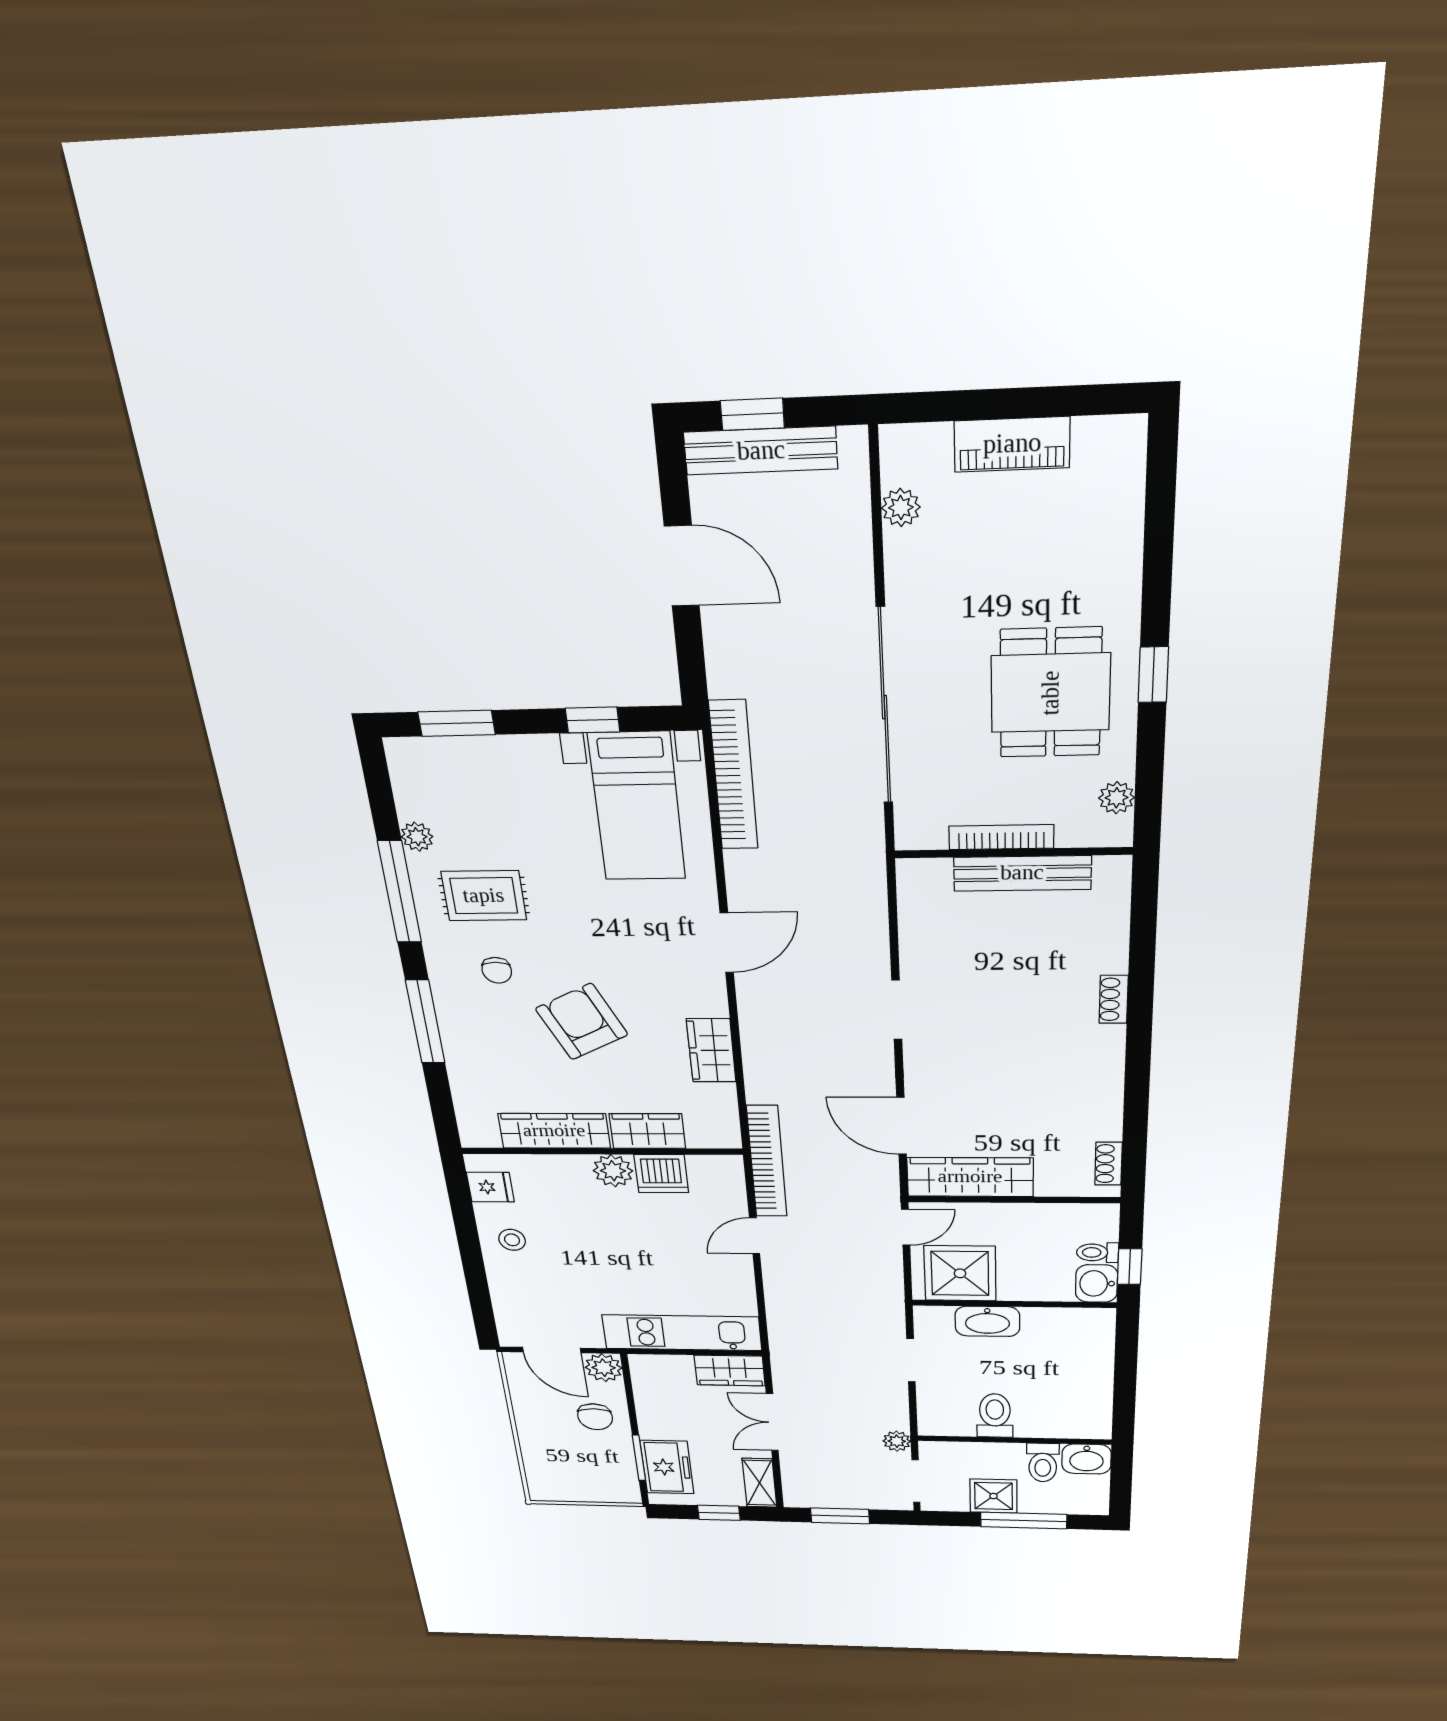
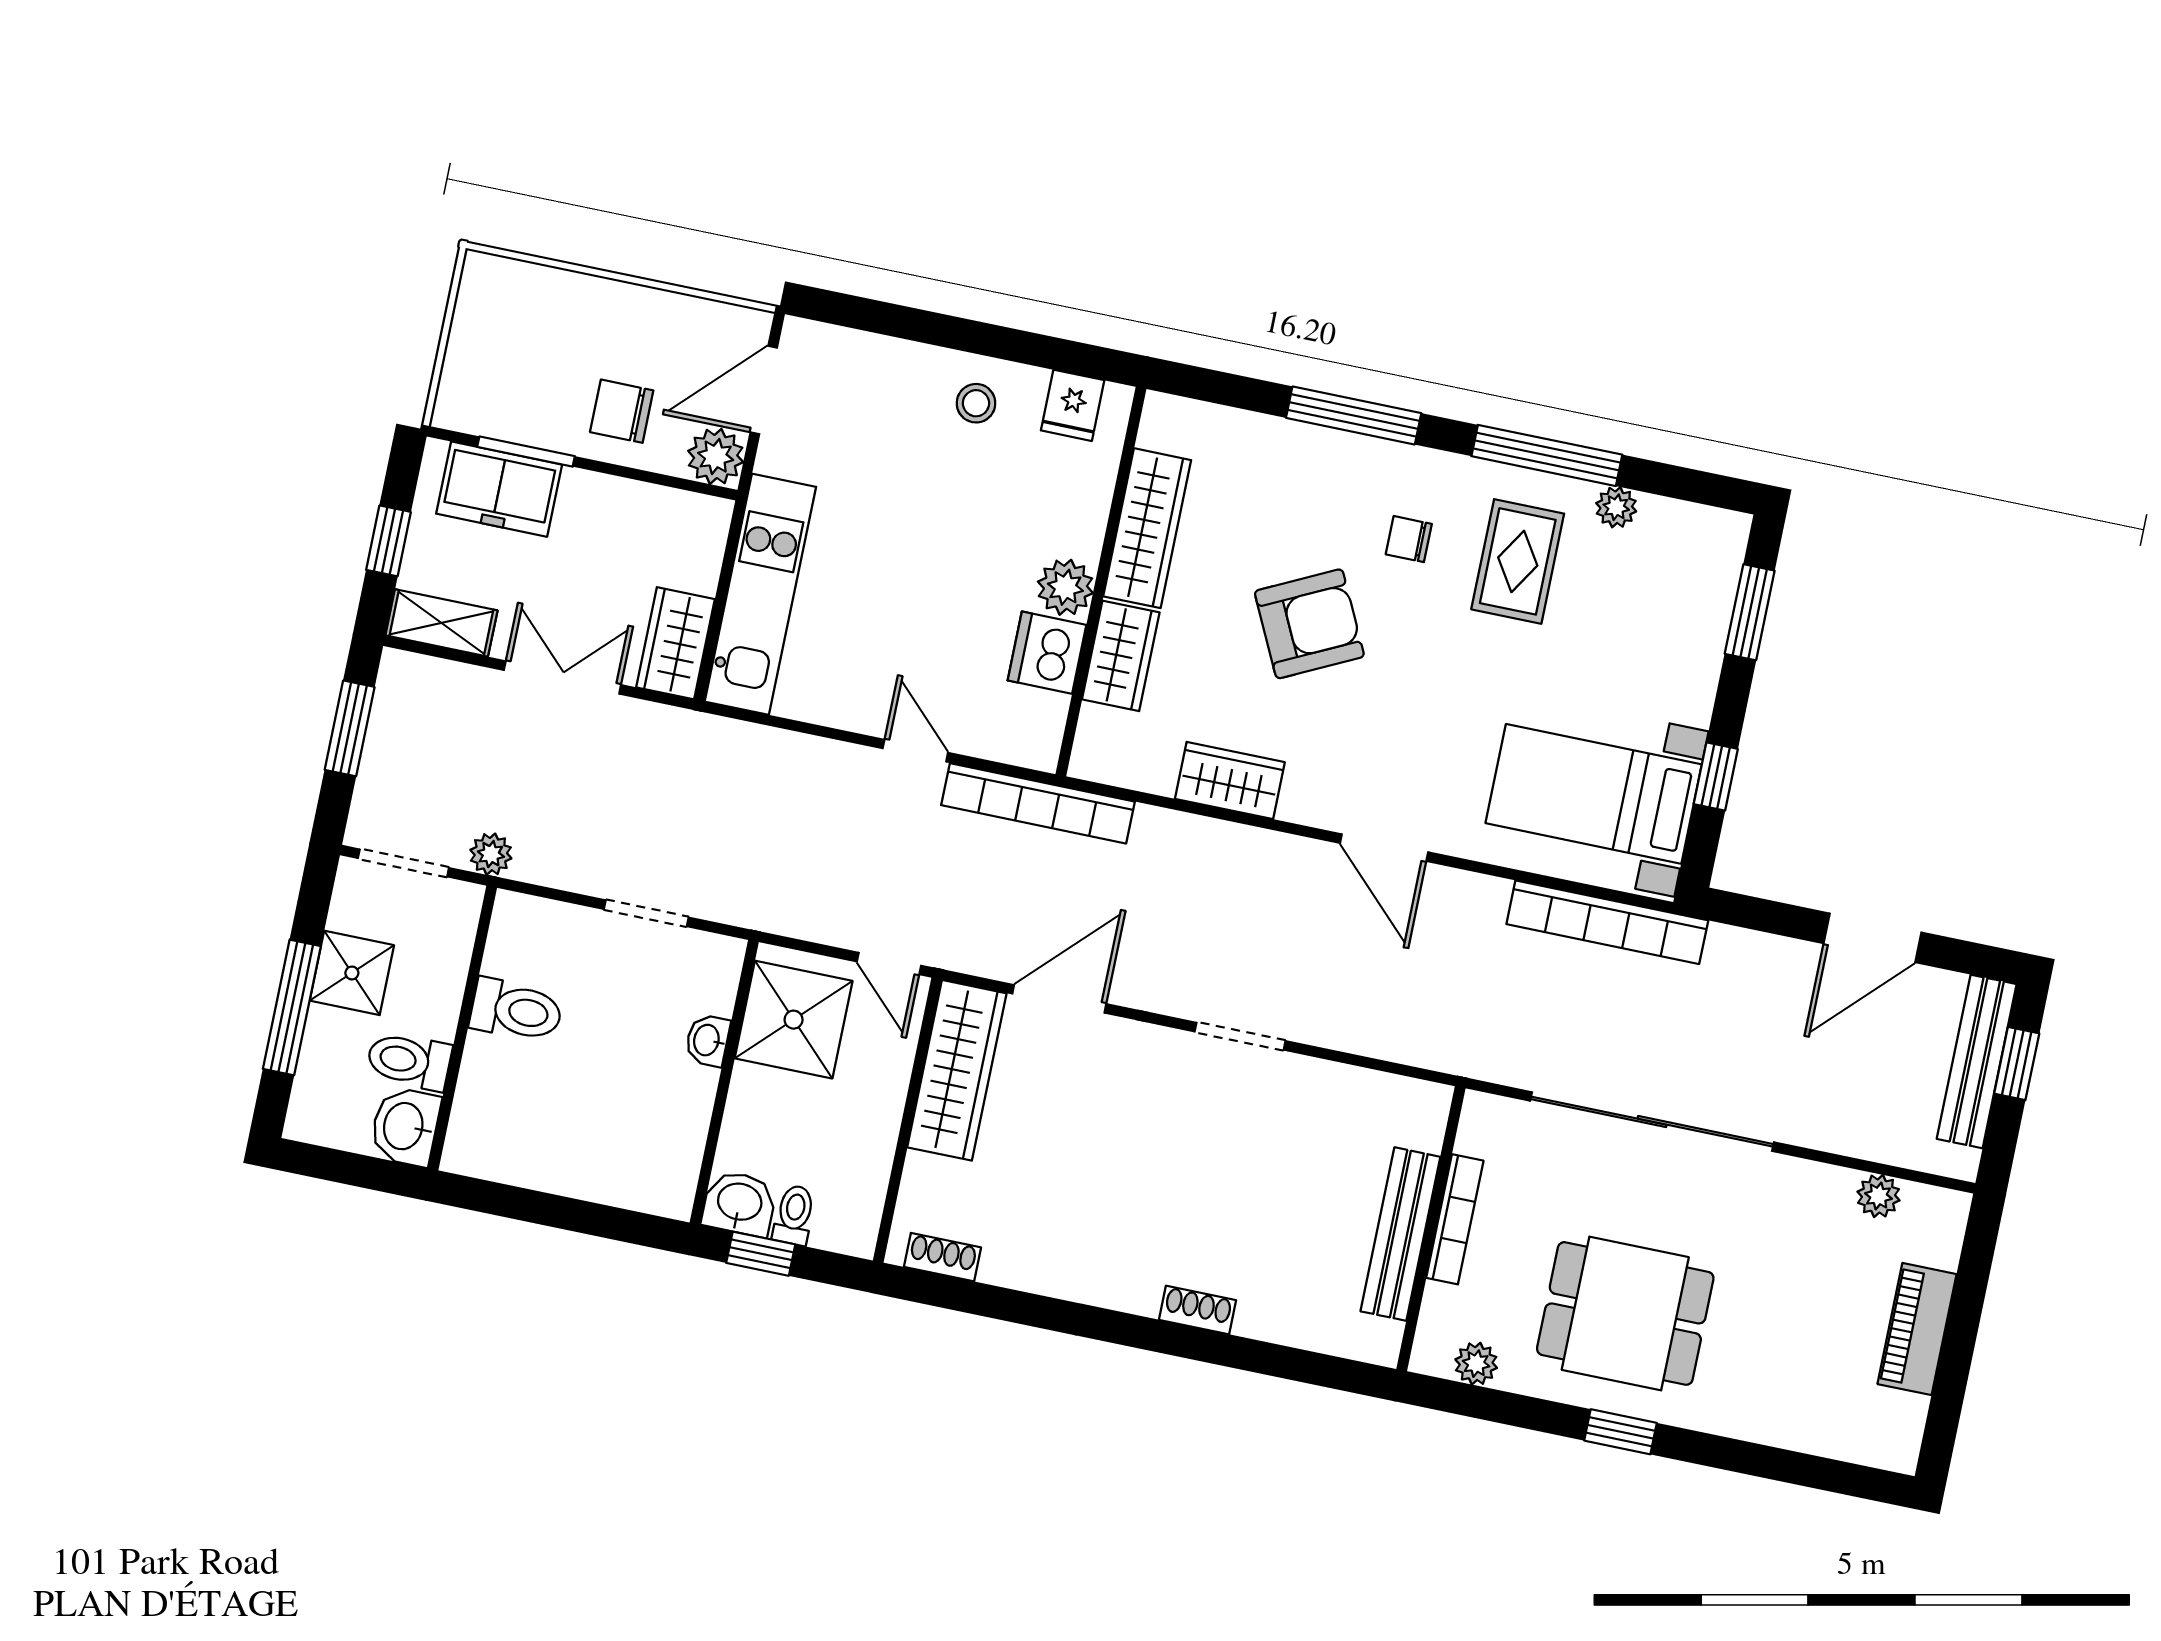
washbasin: (987, 1321) -> (708, 1040), width x0.52, depth x0.69

